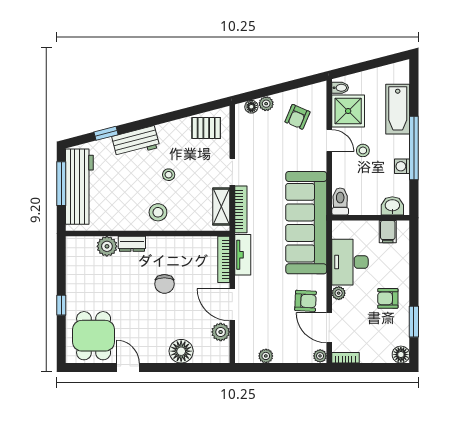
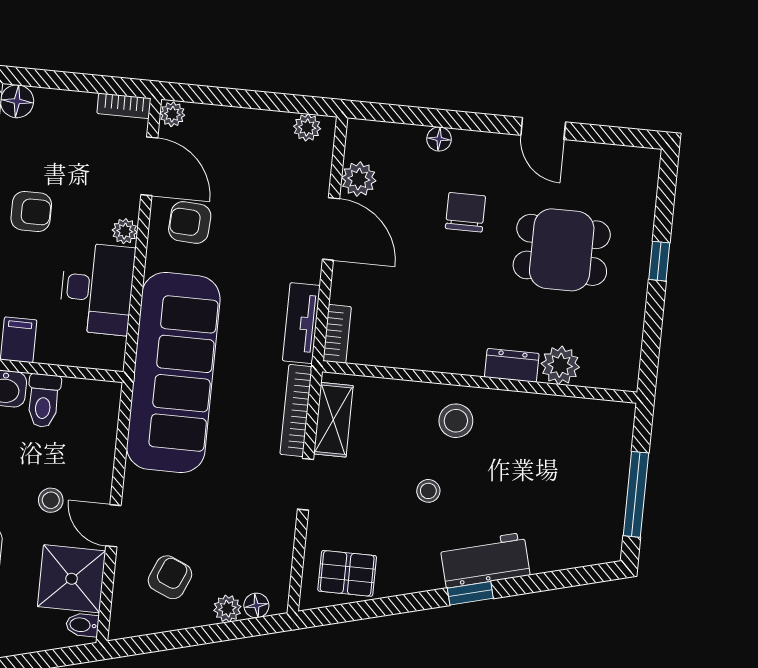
window: (106, 133) -> (470, 593), moved
workbench: (79, 187) -> (602, 485), removed
toilet: (340, 201) -> (43, 401), moved
bookcase: (224, 259) -> (337, 334), width x0.64
chair: (164, 284) -> (465, 212), moved
dining table: (94, 336) -> (562, 250), moved, turned 90
floor lamp: (181, 351) -> (439, 139), width x0.53, depth x0.53
plant: (266, 356) -> (307, 127), moved

